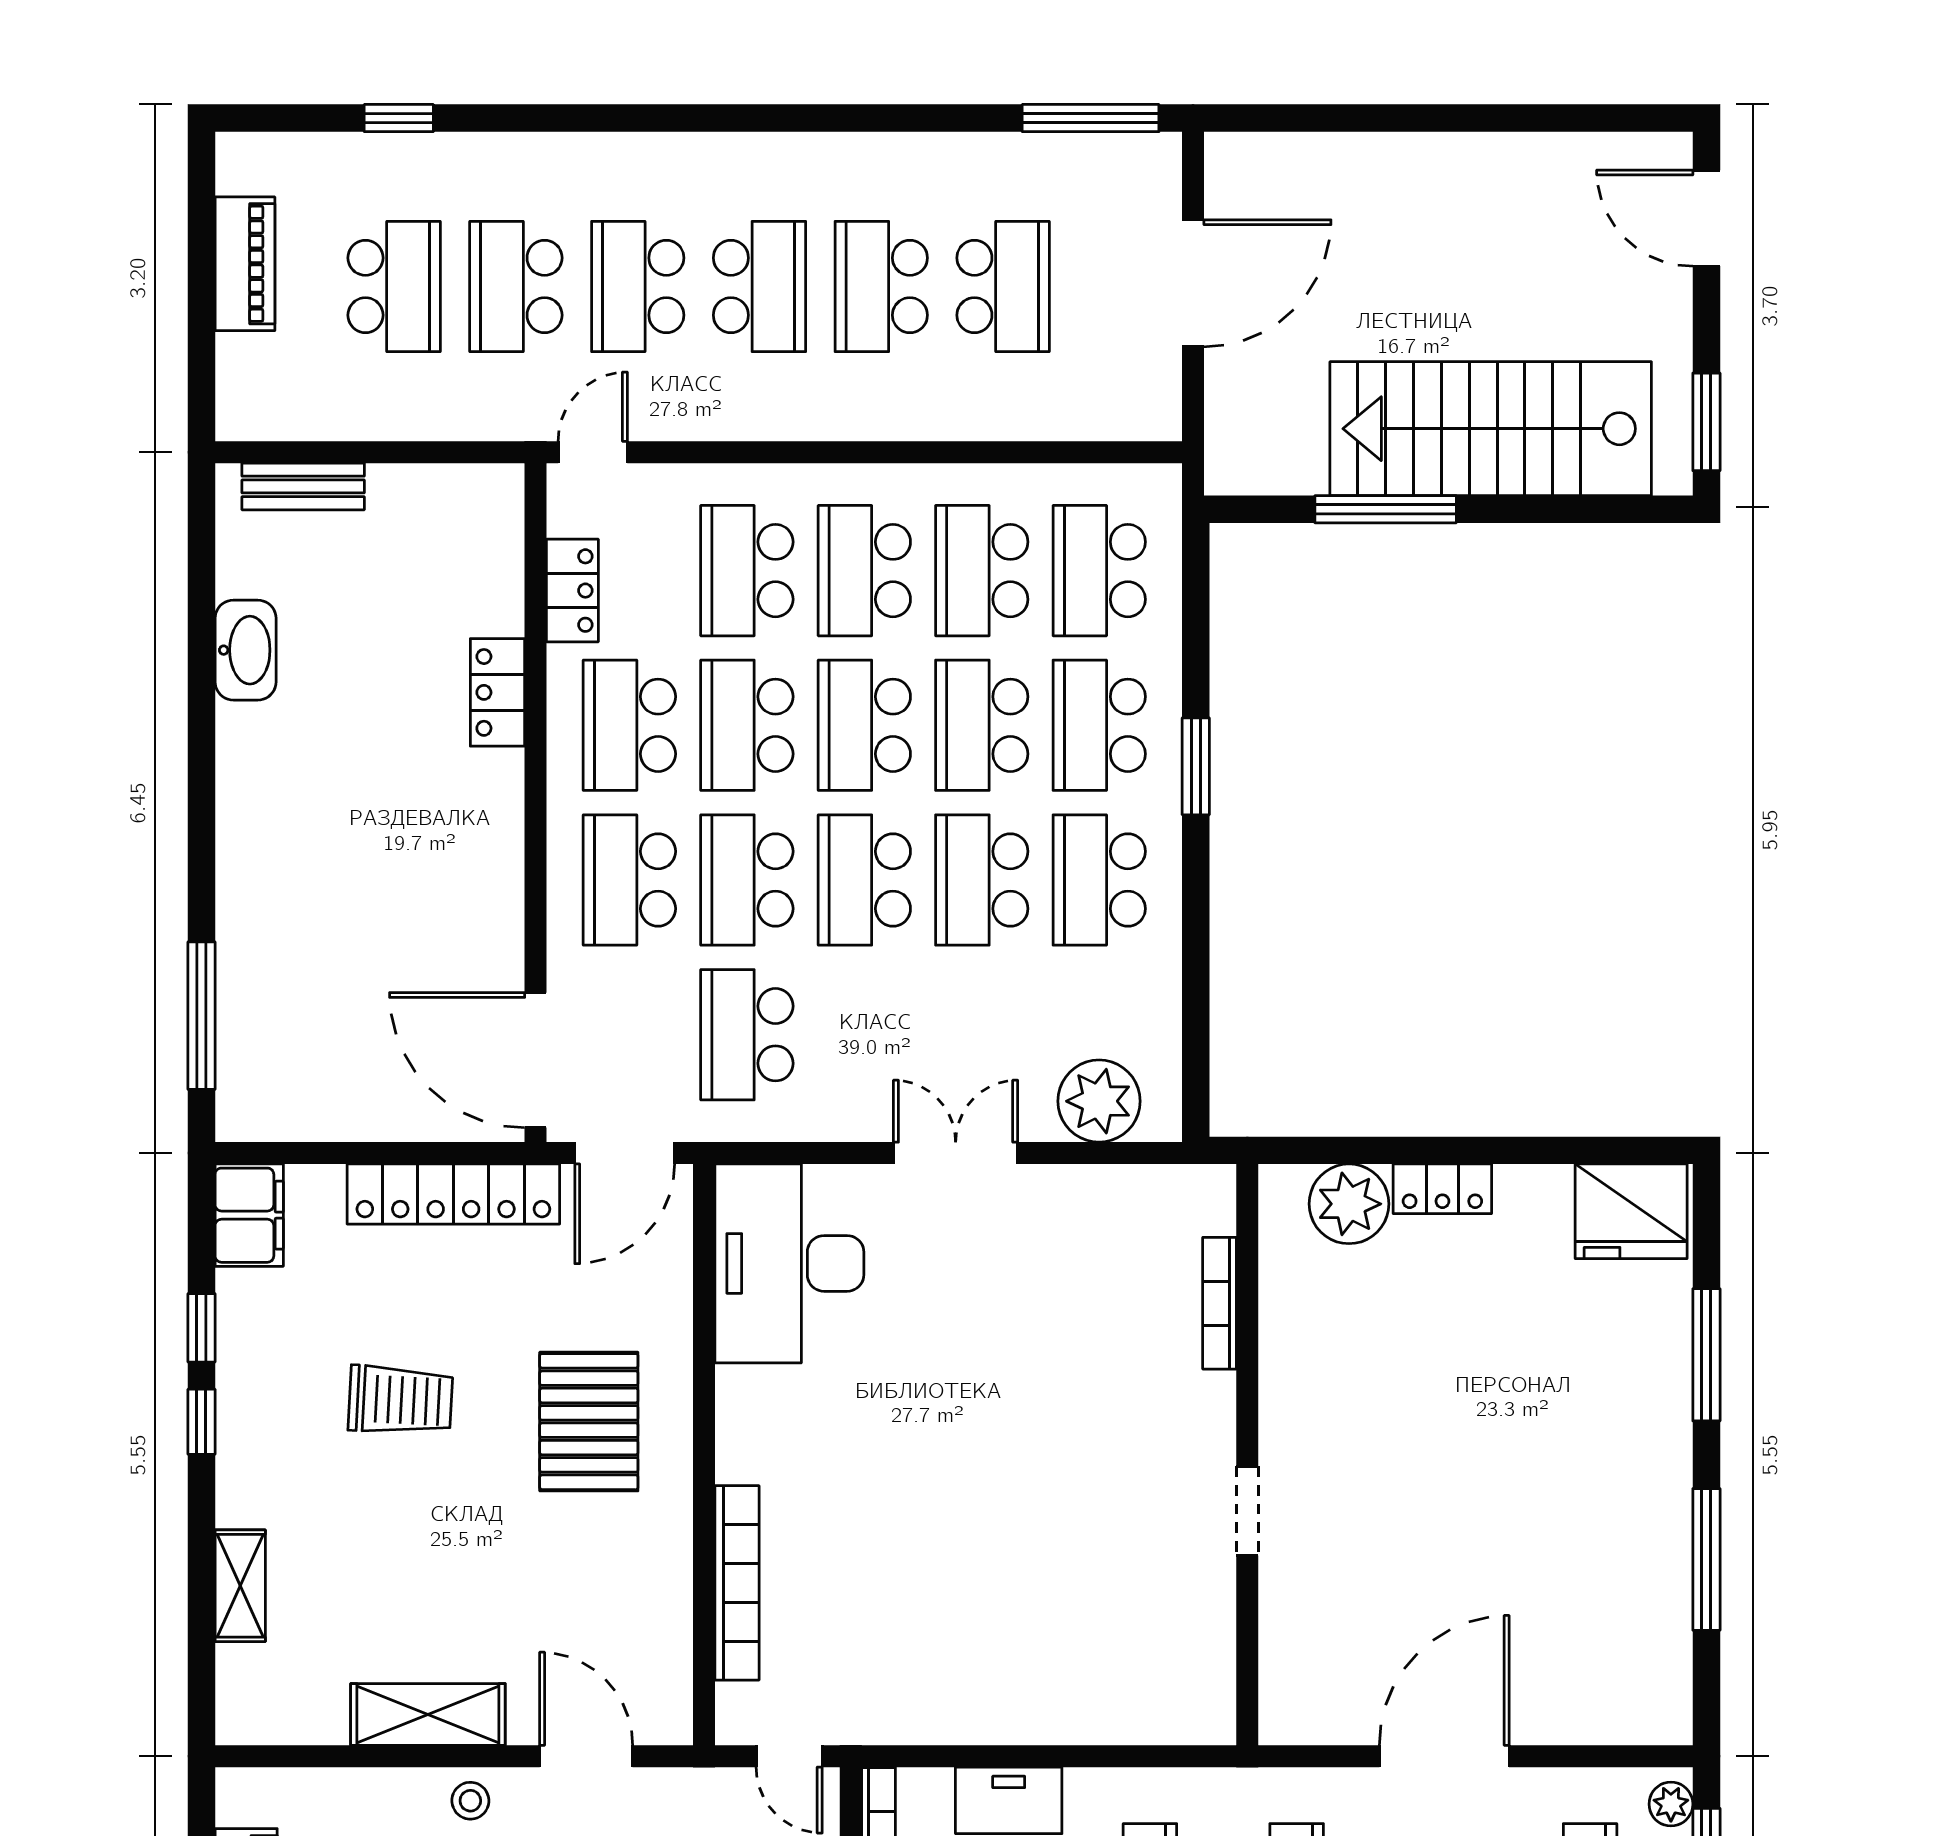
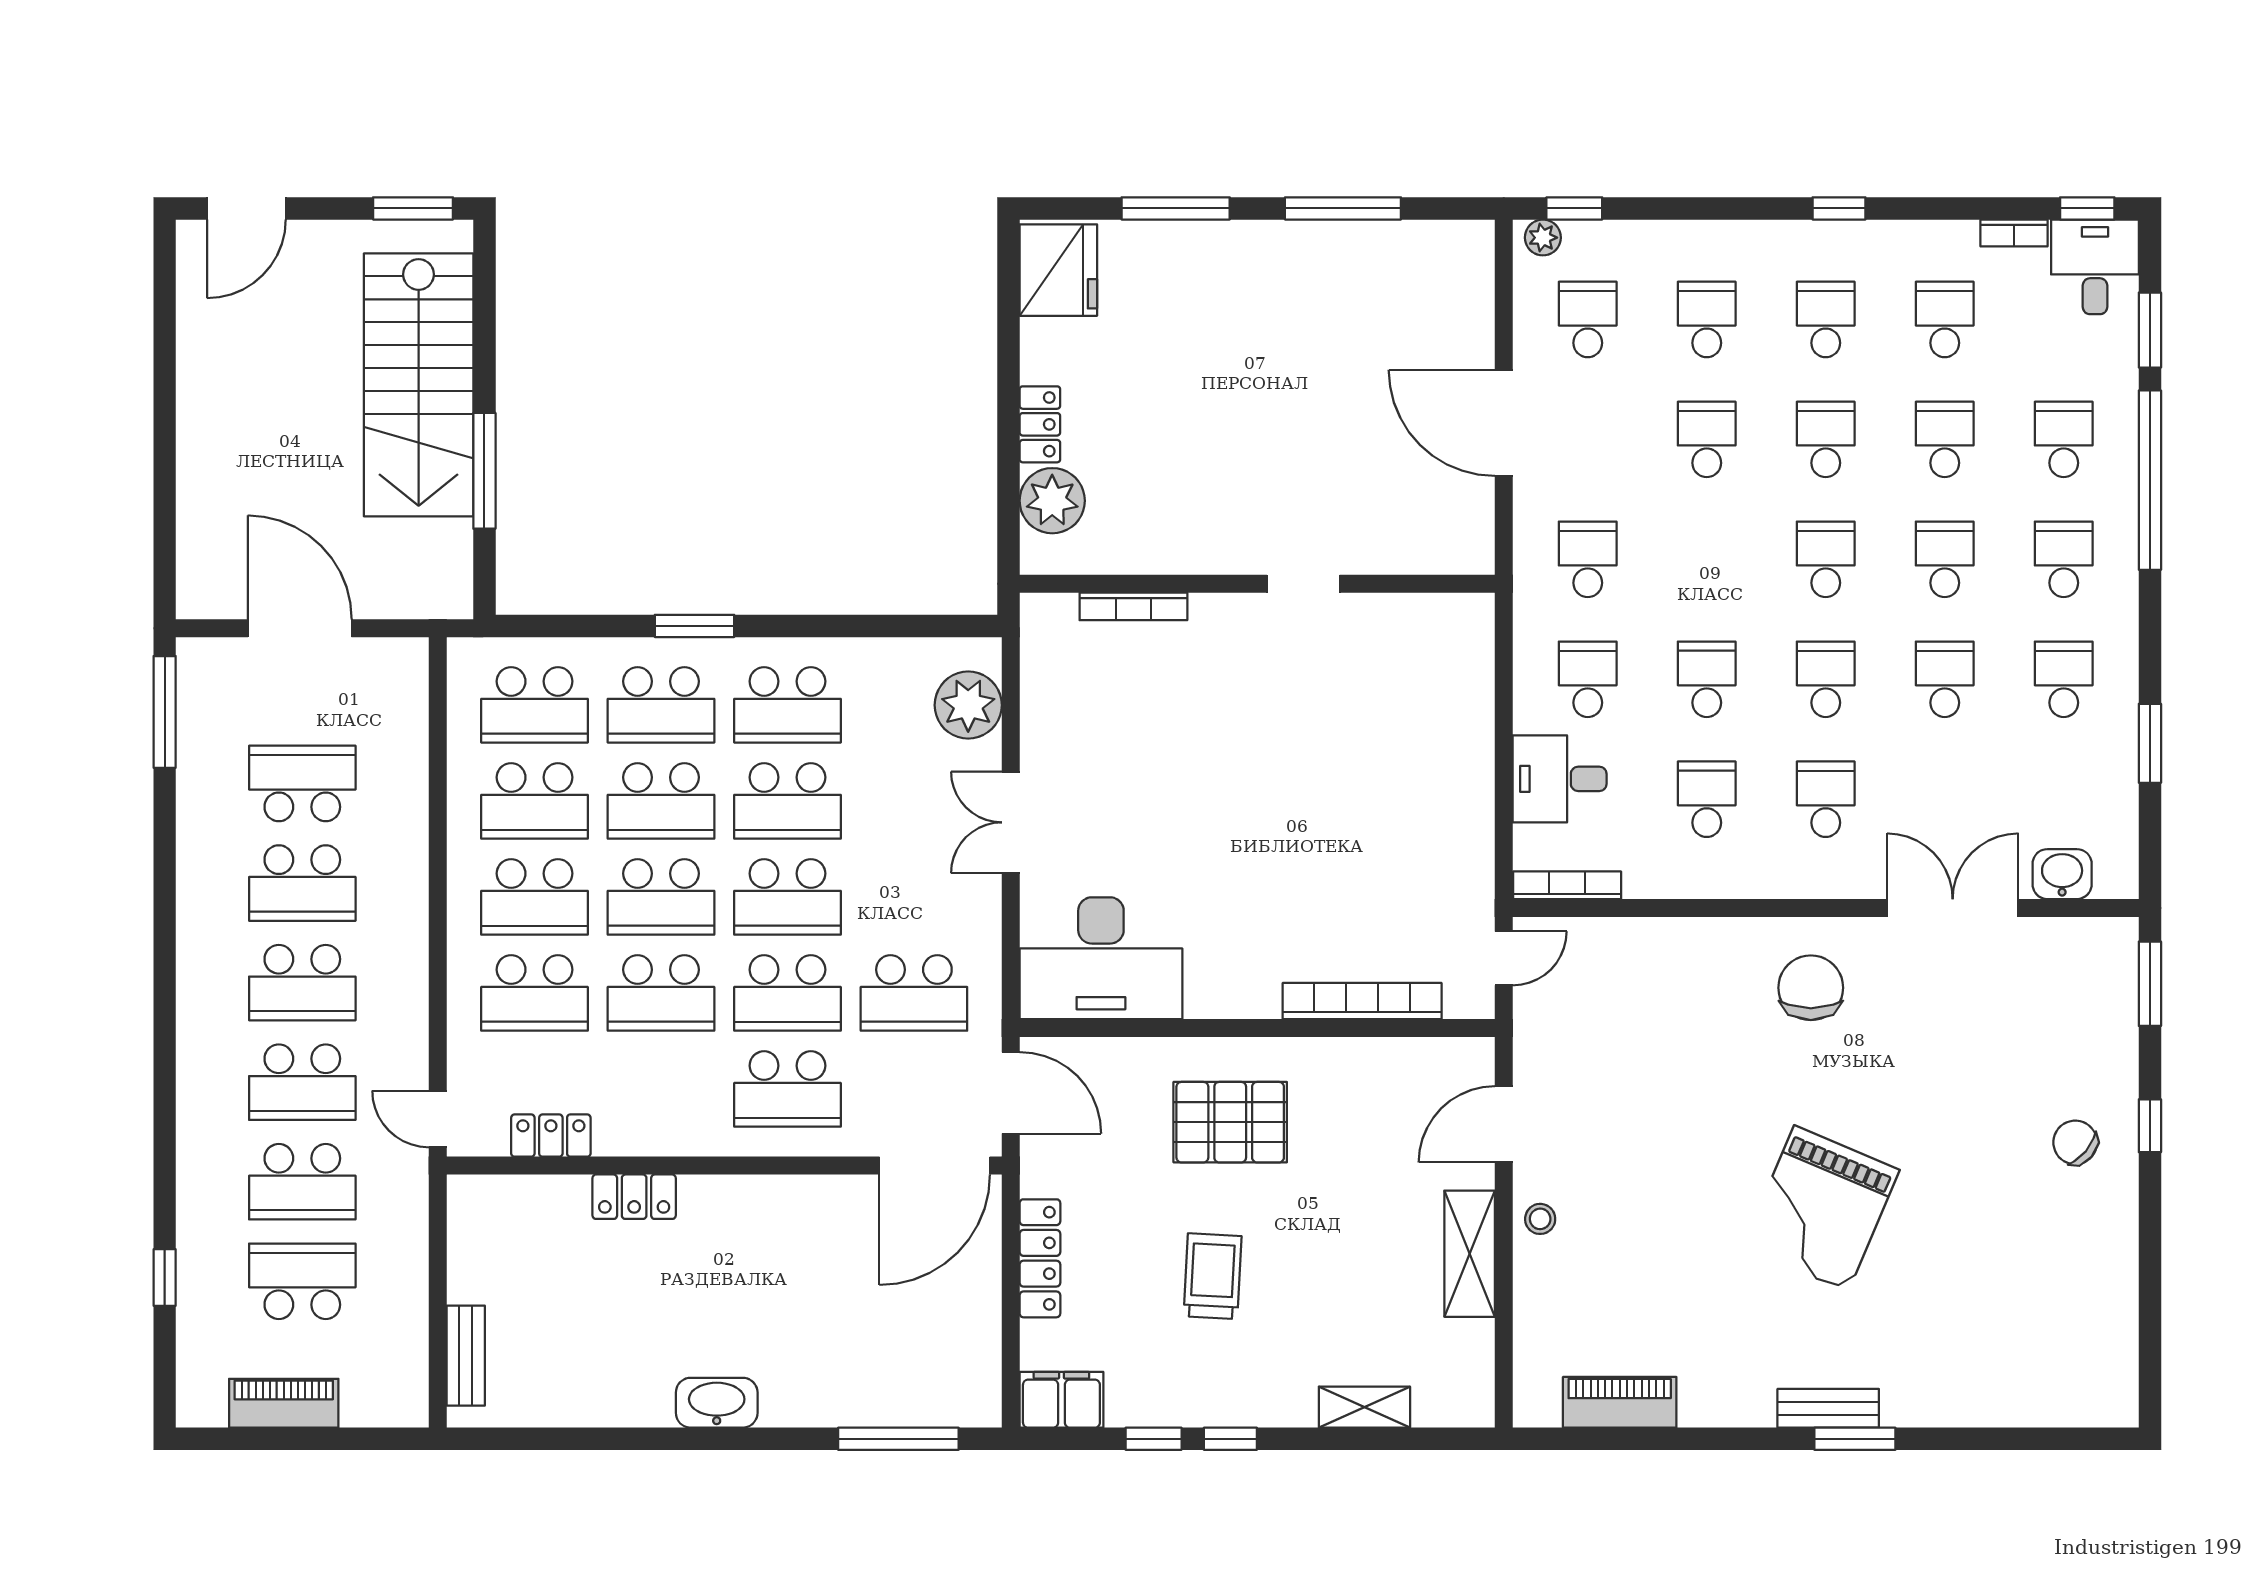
school desk: (759, 286) -> (302, 983), turned 180
washbasin: (246, 650) -> (717, 1403), moved
school desk: (629, 725) -> (661, 1089), removed
locker: (453, 1194) -> (1040, 1258), width x0.71, depth x0.83

